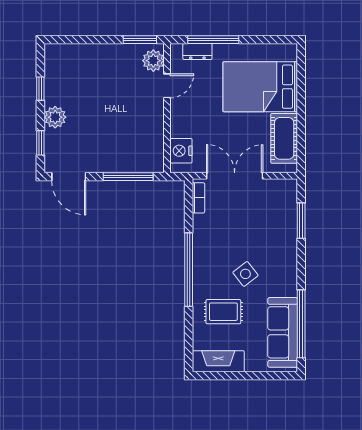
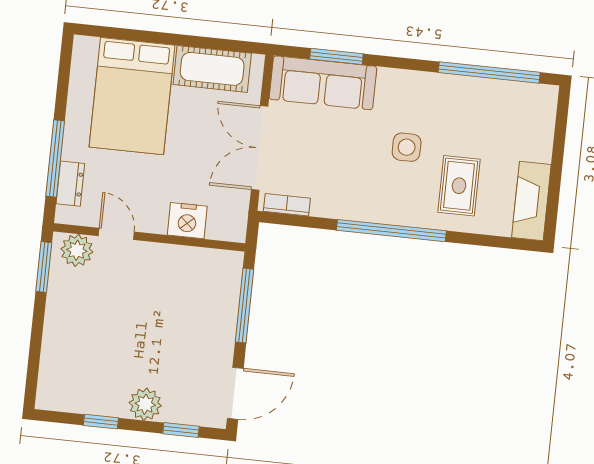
nightstand: (181, 151) -> (187, 221), moved
side table: (245, 274) -> (407, 147), turned 38
sofa: (283, 332) -> (323, 83), moved

